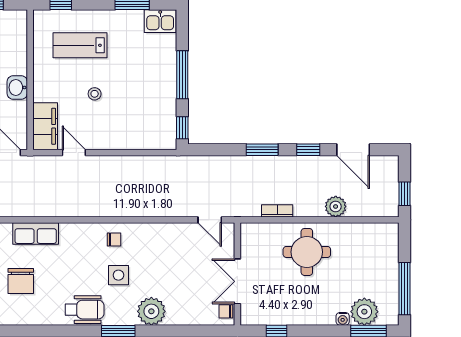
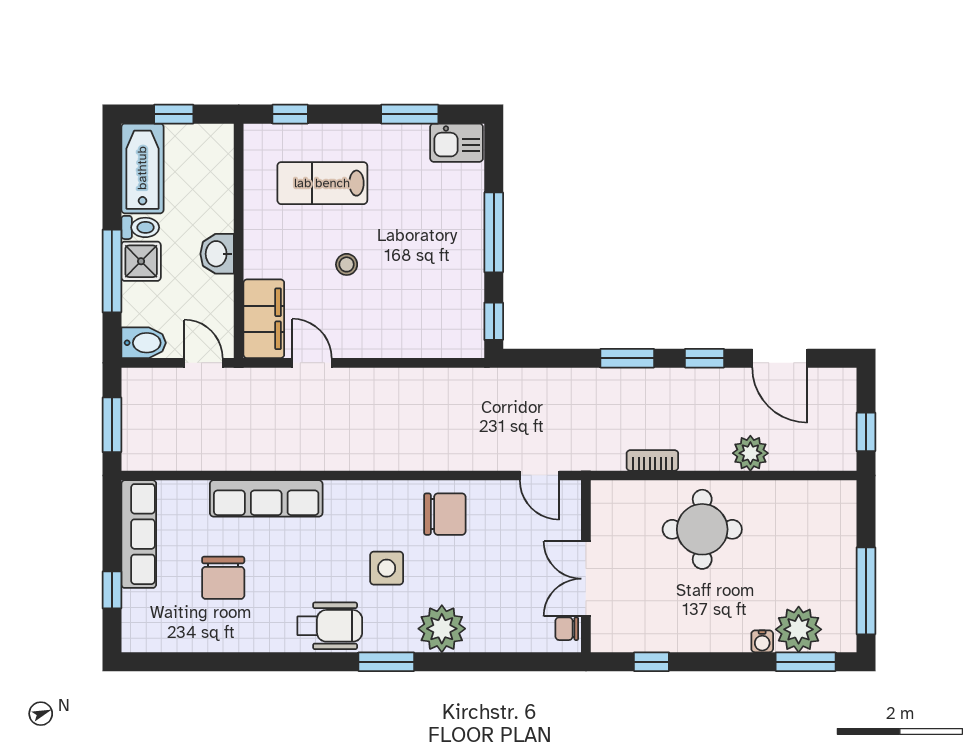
row of seats: (36, 234) -> (266, 498), width x1.48
chair: (114, 240) -> (445, 514), moved, width x1.87, depth x1.87

